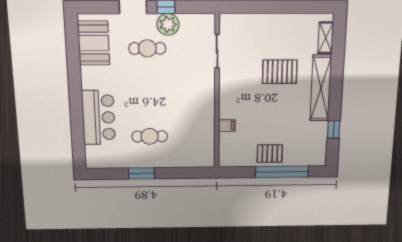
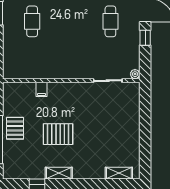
plant: (168, 24) -> (135, 74), moved, width x0.53, depth x0.53
pallet: (280, 72) -> (58, 134), moved, turned 90
shelving: (321, 88) -> (59, 173), width x0.45, depth x0.75

